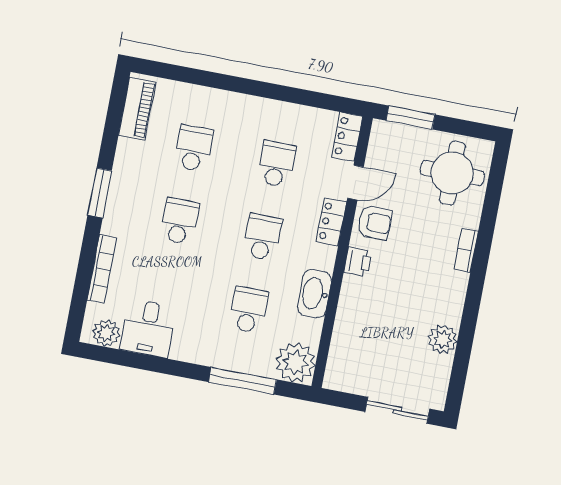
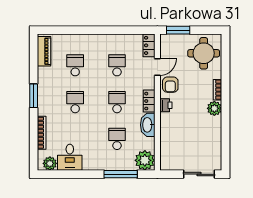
locker: (331, 222) -> (149, 101), moved
armchair: (375, 222) -> (170, 85), turned 88
plant: (443, 339) -> (214, 108), moved

